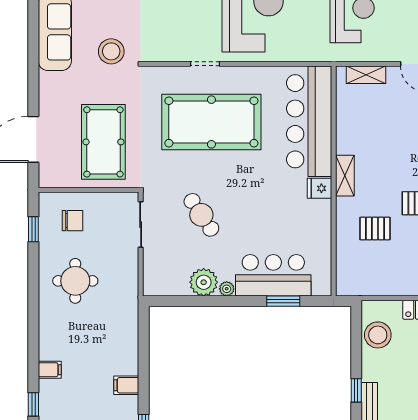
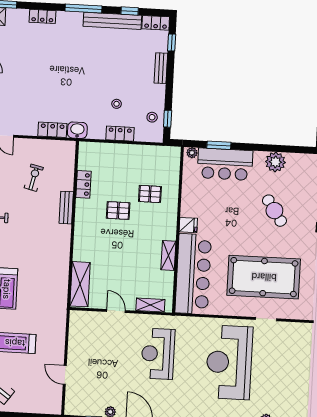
shelving: (345, 176) -> (168, 256), moved
plant: (227, 289) -> (192, 153), moved
stool: (378, 335) -> (152, 117), width x0.53, depth x0.53
window: (356, 390) -> (168, 119), moved

